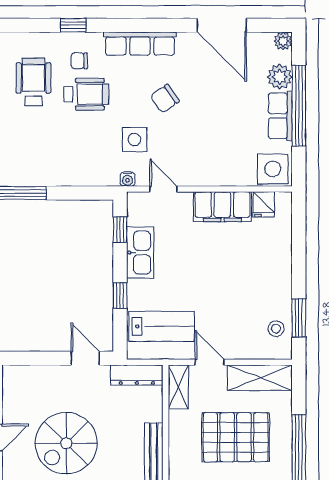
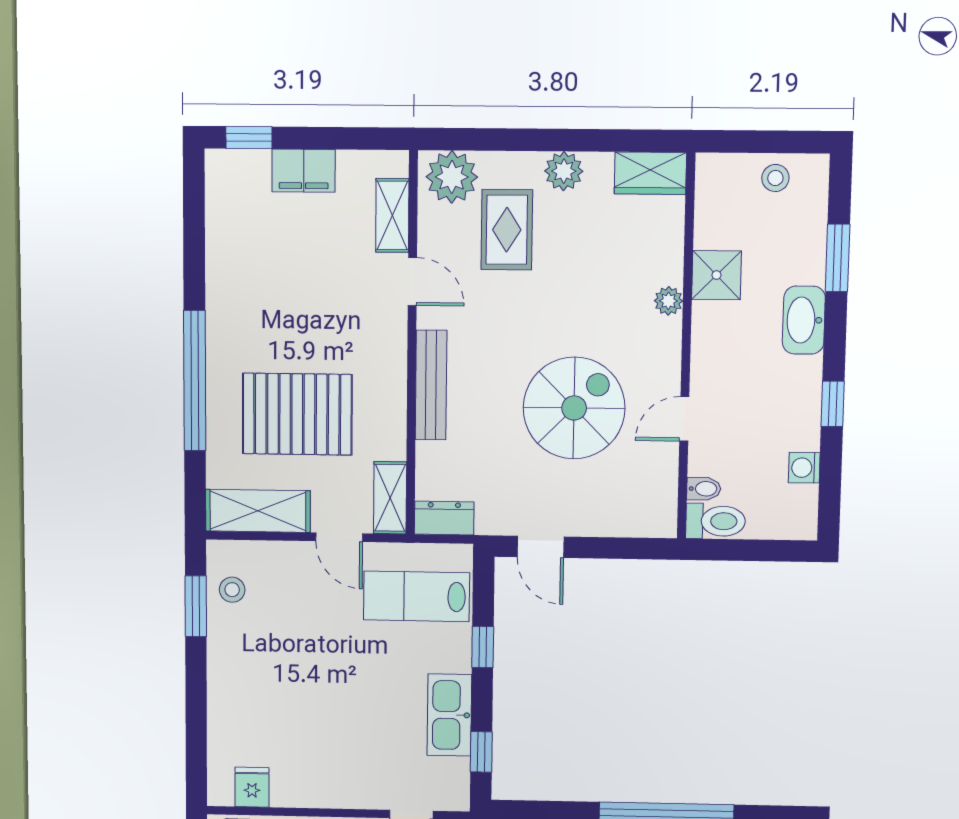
filing cabinet: (222, 207) -> (318, 785), removed
dresser: (137, 375) -> (444, 518), width x0.70

